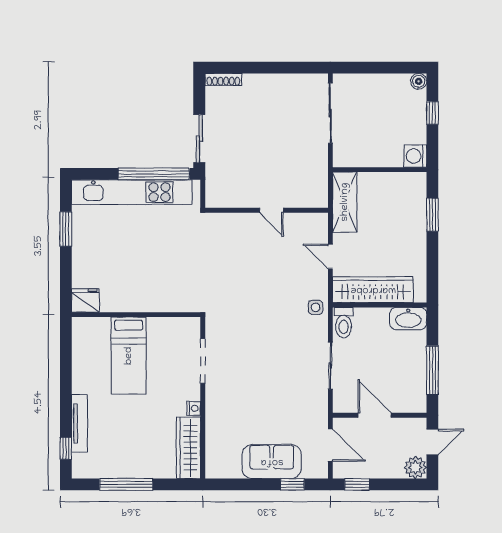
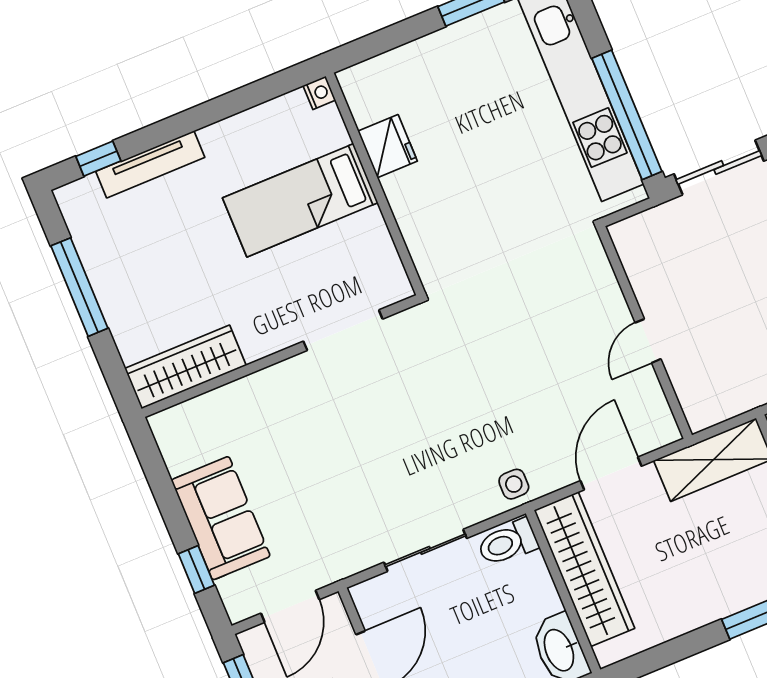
door: (330, 256) -> (611, 473), width x1.38
fridge: (85, 300) -> (388, 146), moved
nightstand: (194, 408) -> (319, 93), moved, turned -90

